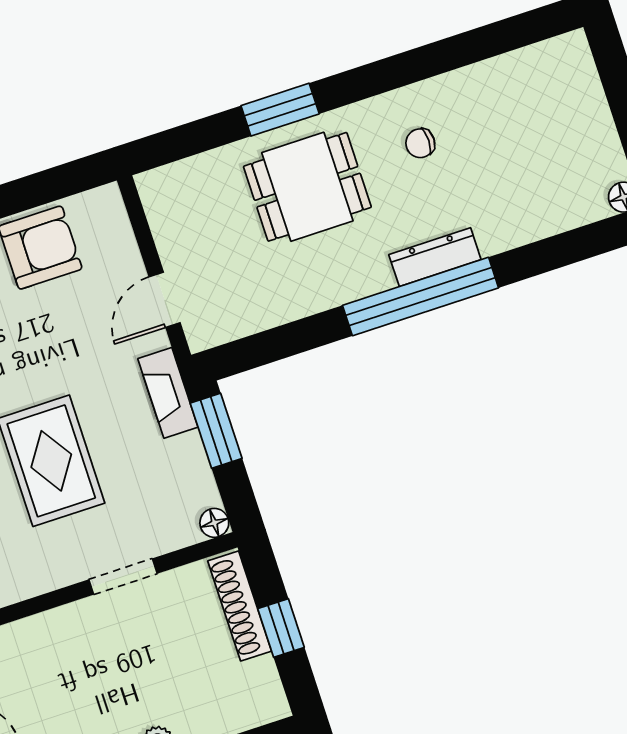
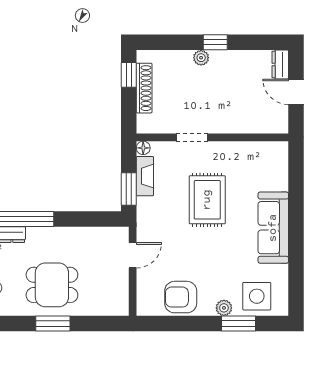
fireplace: (168, 393) -> (145, 176), moved
shoe rack: (240, 606) -> (144, 88), moved
window: (281, 628) -> (129, 75), moved

